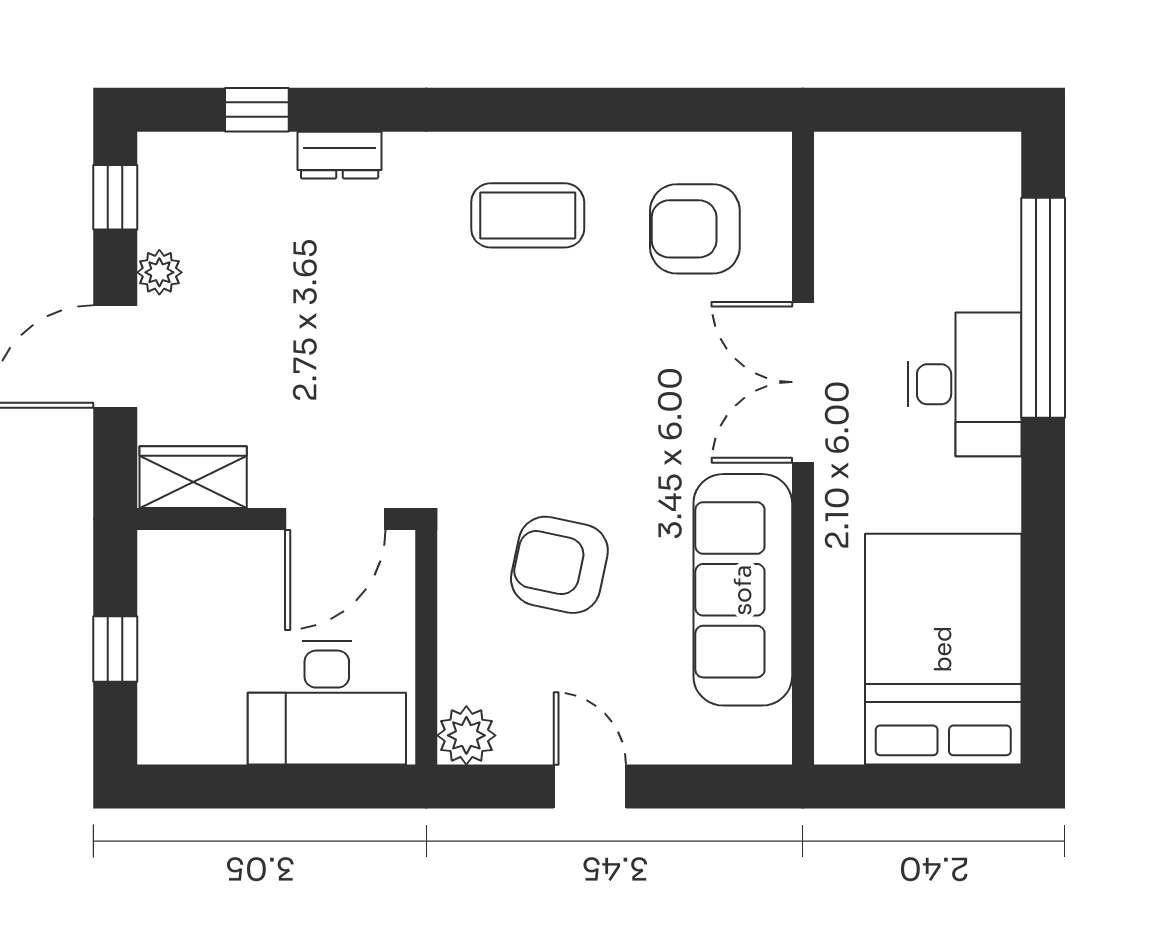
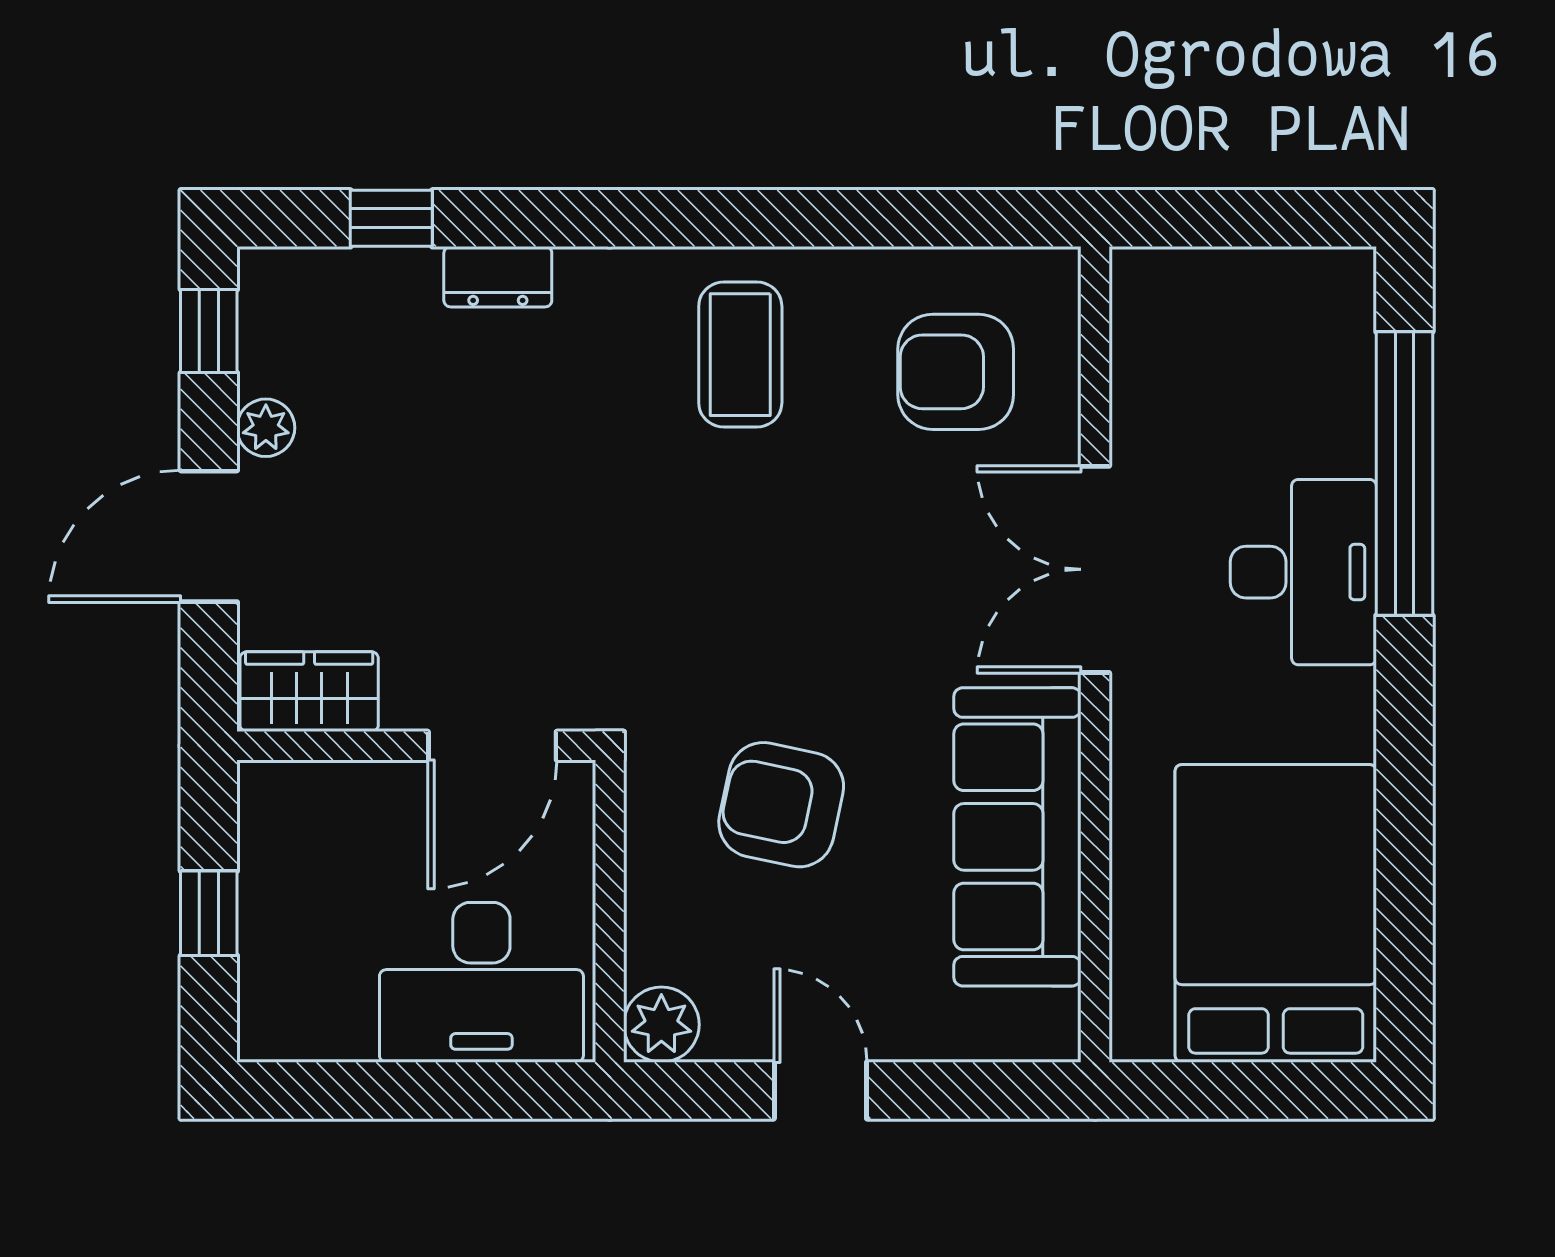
coffee table: (528, 215) -> (740, 355), turned 90

